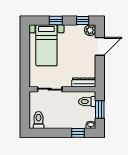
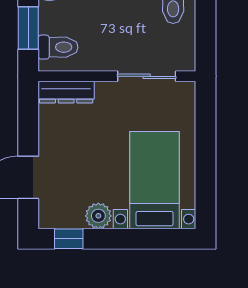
window: (56, 21) -> (132, 239), removed
plant: (90, 30) -> (98, 216), moved

